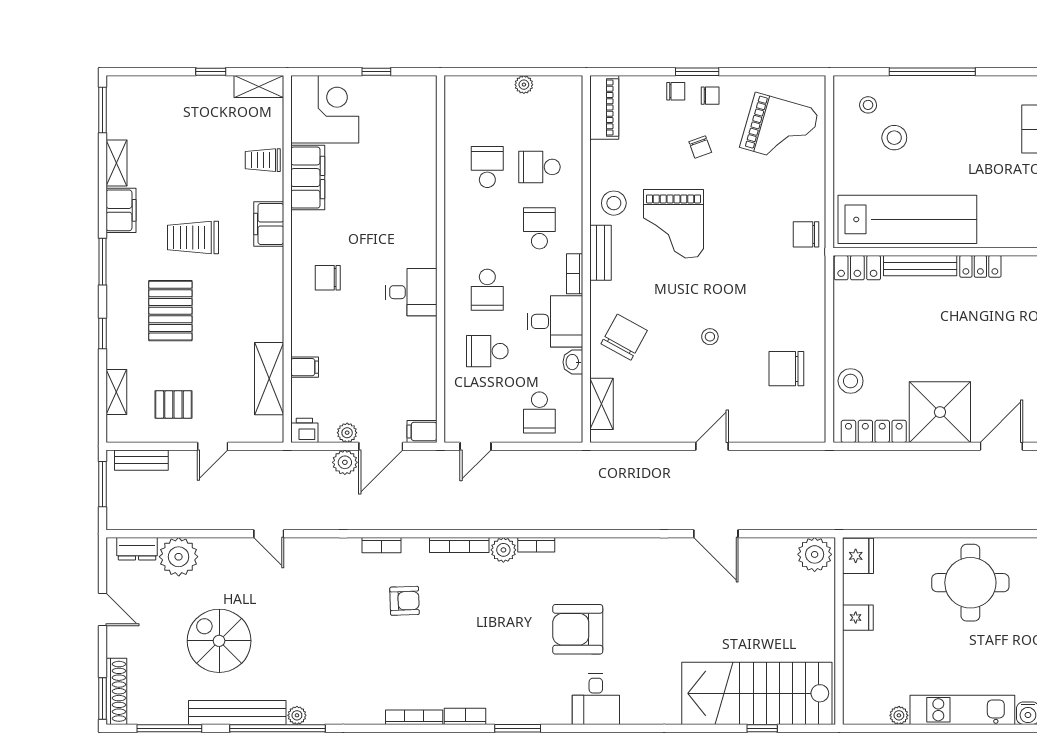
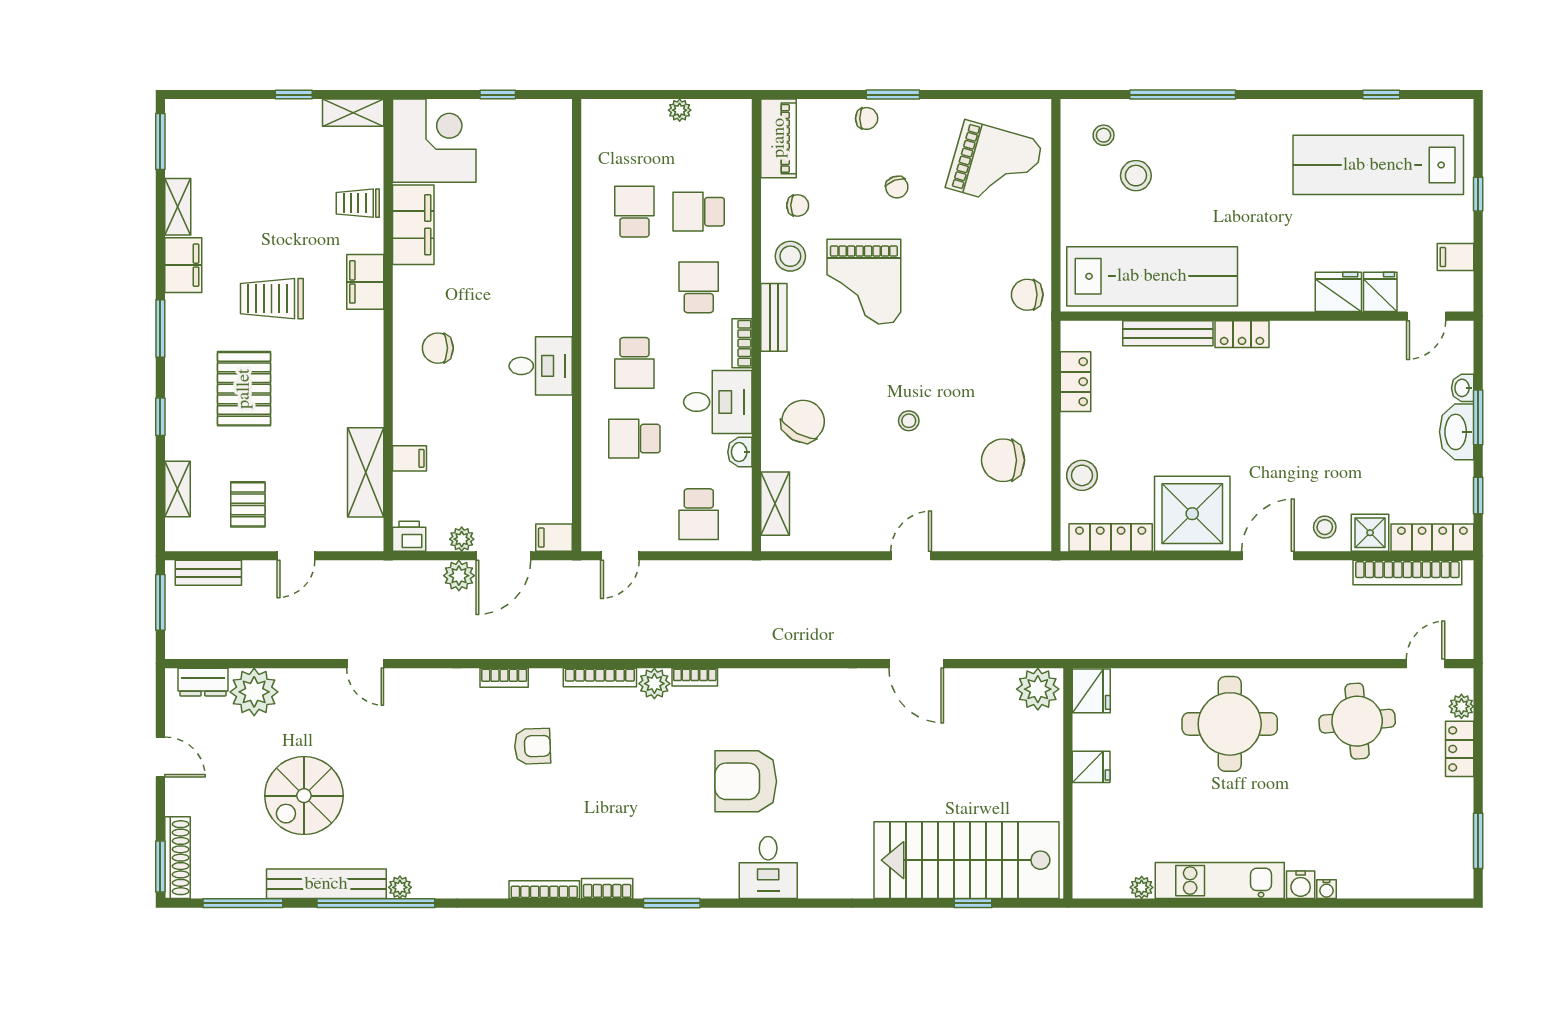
chair: (710, 96) -> (798, 205), moved
locker: (857, 268) -> (1076, 382), moved, turned -90
pallet: (173, 404) -> (248, 504), turned 90
spiral stairs: (219, 641) -> (304, 796), turned -90

